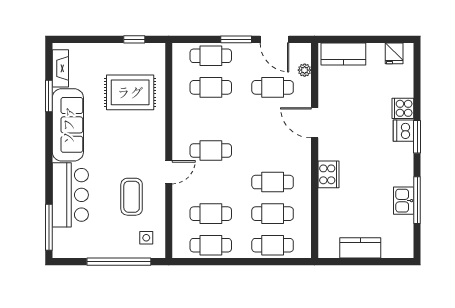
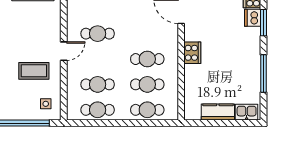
coffee table: (132, 197) -> (34, 71), turned 90
kitchen sink: (404, 201) -> (247, 112), moved, turned 90

